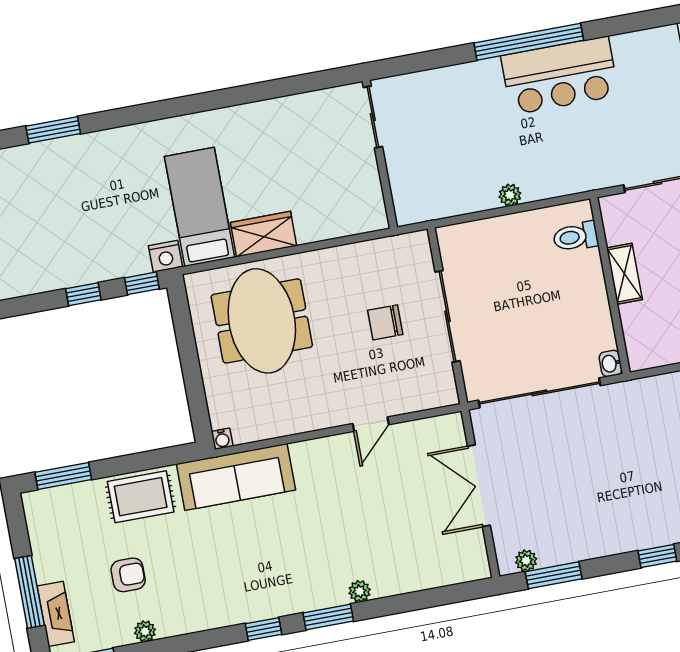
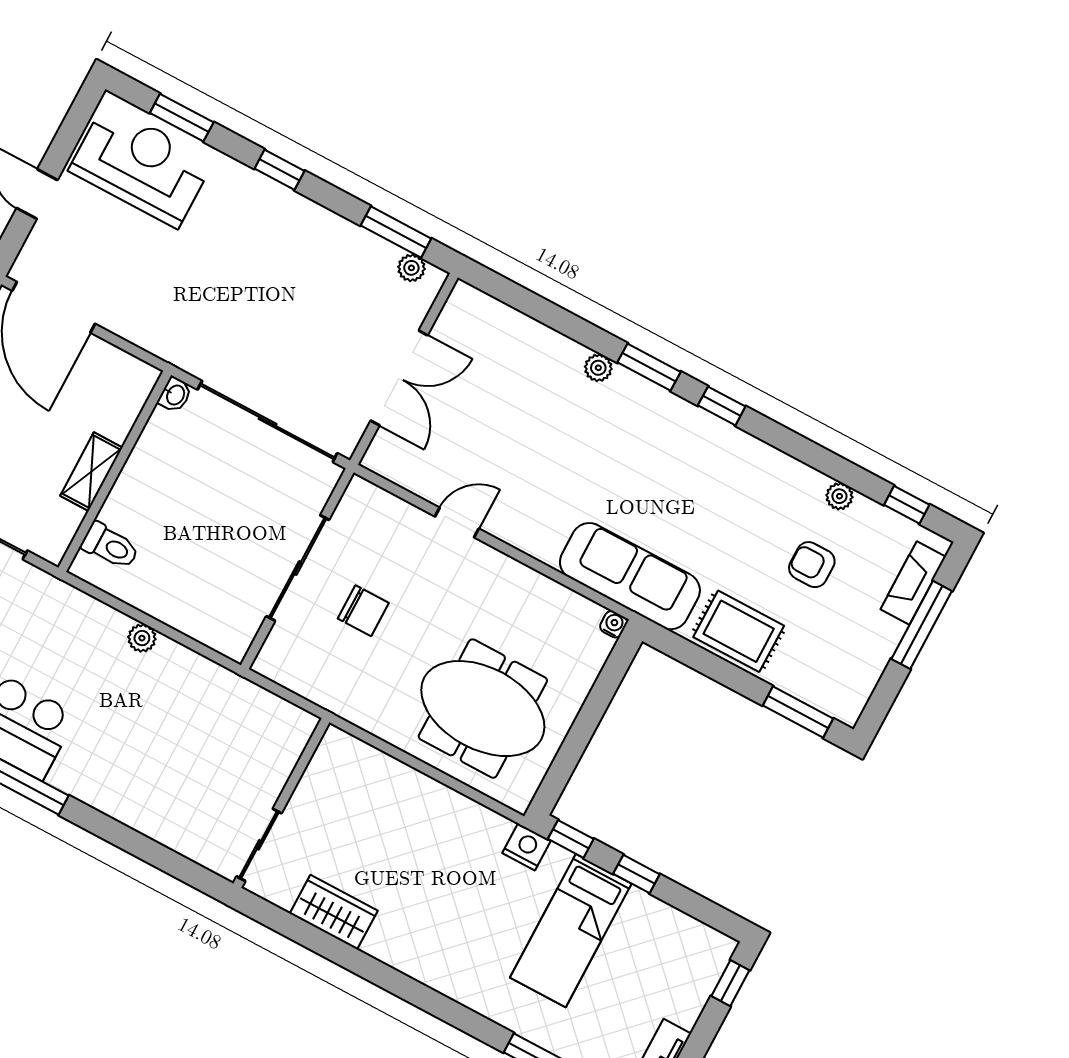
sliding door: (373, 117) -> (259, 845), moved
wall: (380, 154) -> (281, 803), moved
bed: (199, 207) -> (571, 931), moved
wardrobe: (264, 234) -> (334, 912), moved, turned 180
meeting table: (262, 321) -> (483, 709), turned 90

